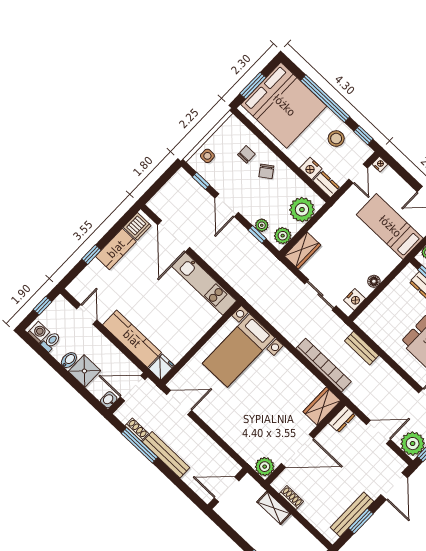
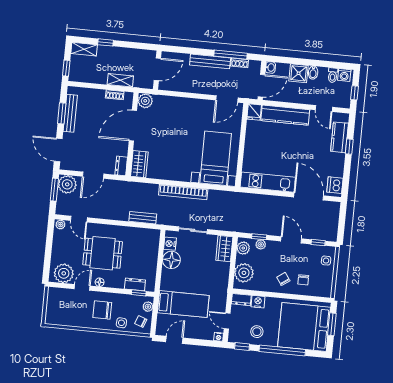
kitchen counter: (116, 249) -> (340, 137), moved
floor lamp: (374, 281) -> (171, 260), width x1.89, depth x1.89
bookcase: (324, 365) -> (183, 192), moved

